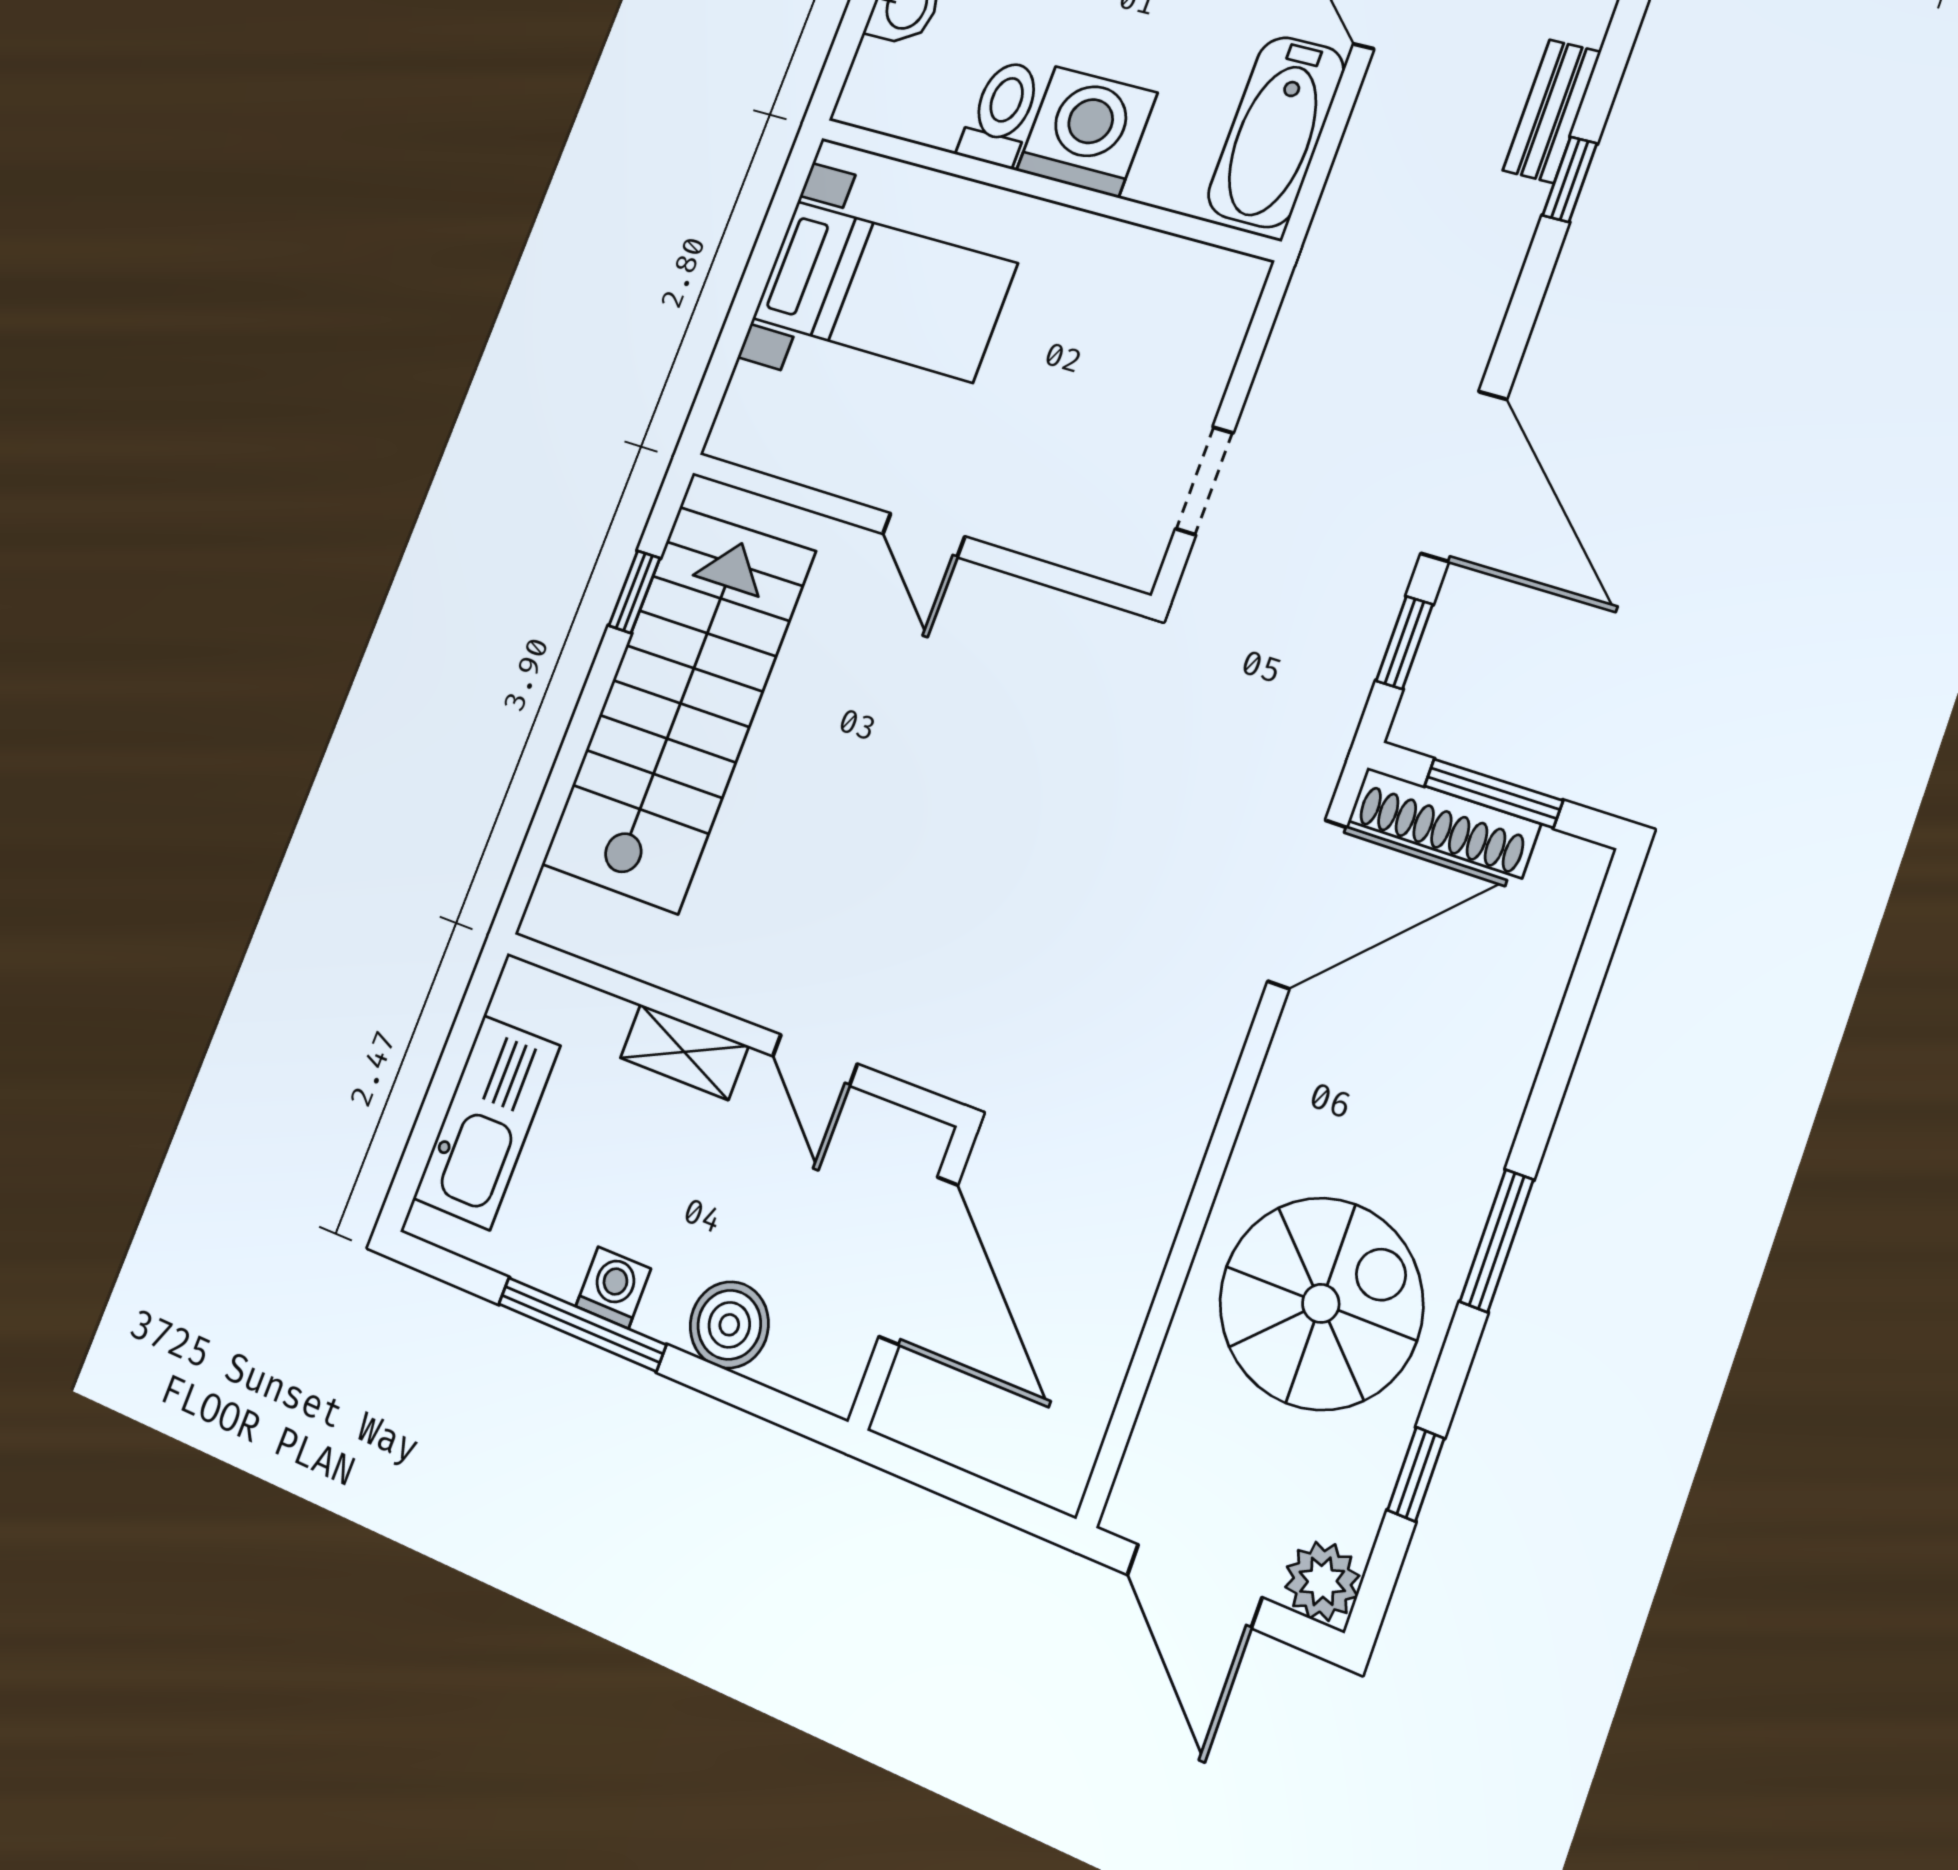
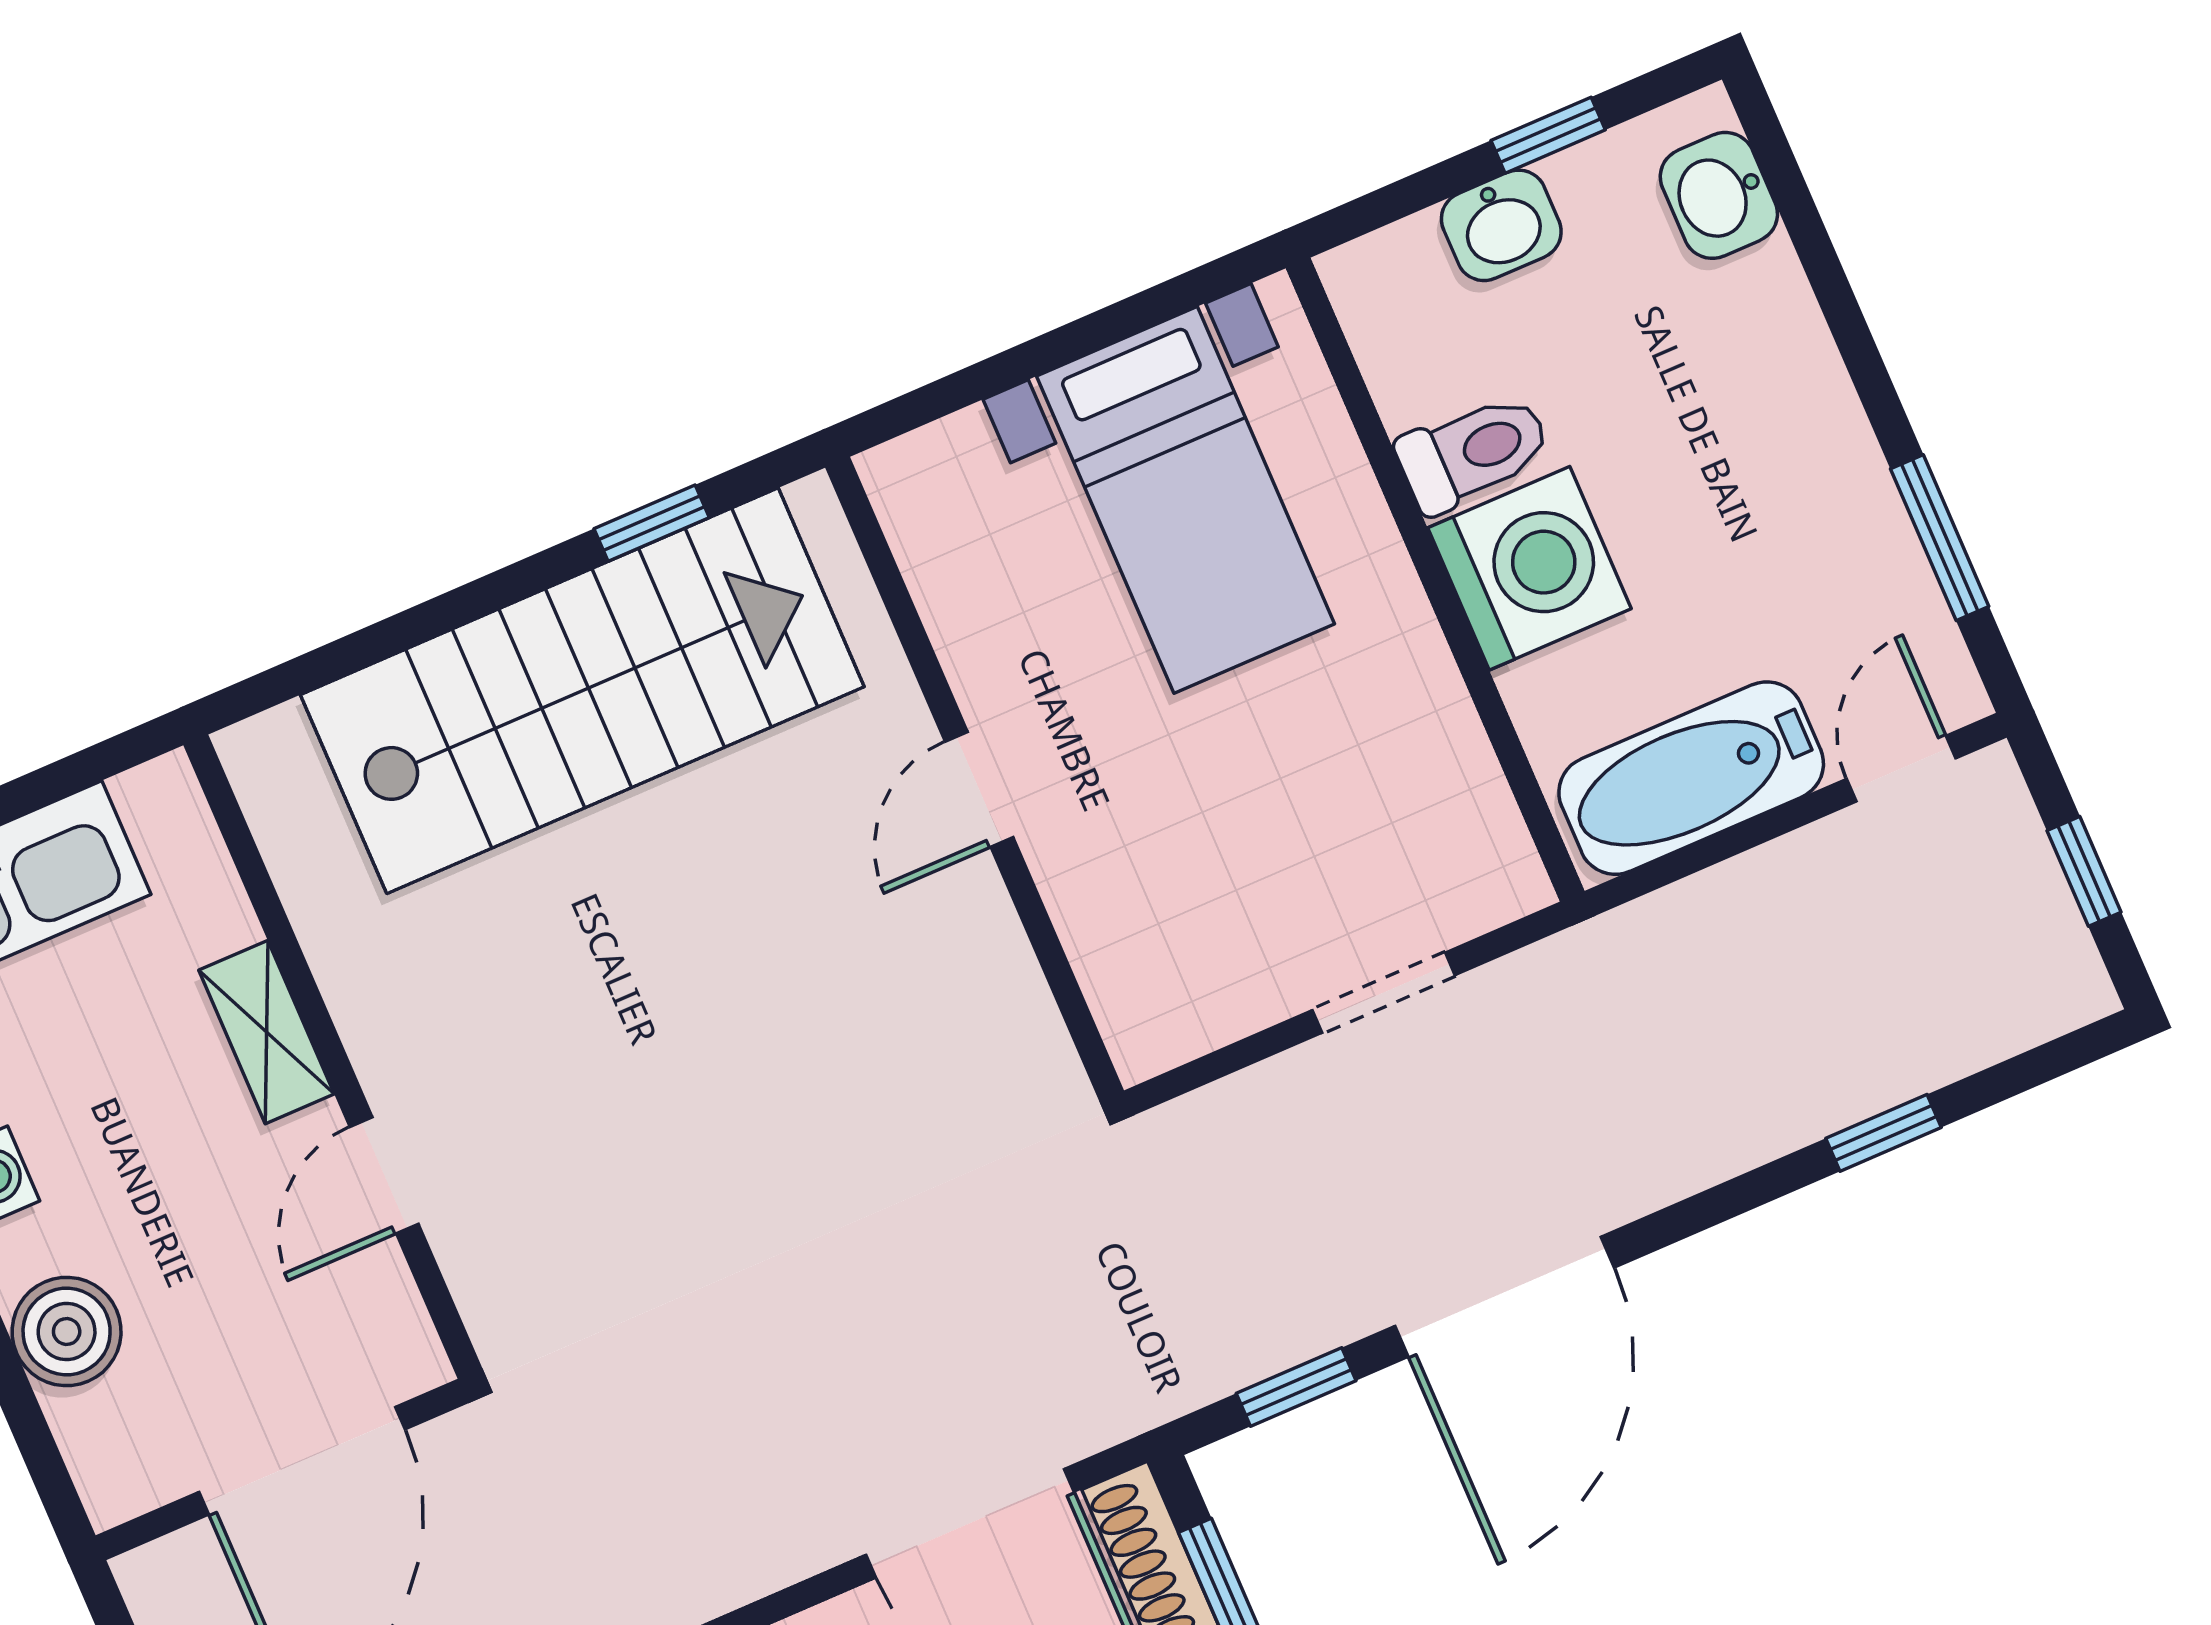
bench: (1552, 111) -> (1938, 1051), removed
doorway: (1204, 481) -> (1384, 993), moved

